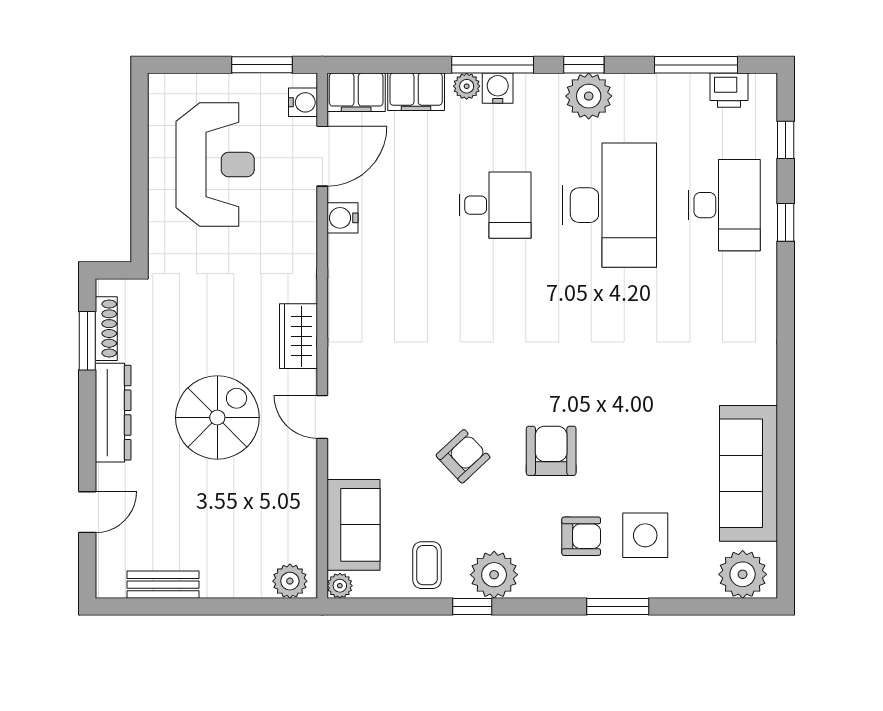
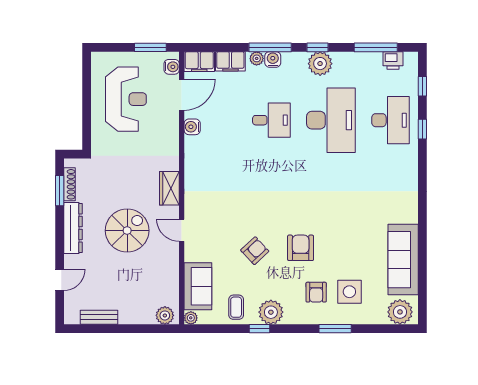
armchair: (581, 536) -> (316, 292), turned 90

